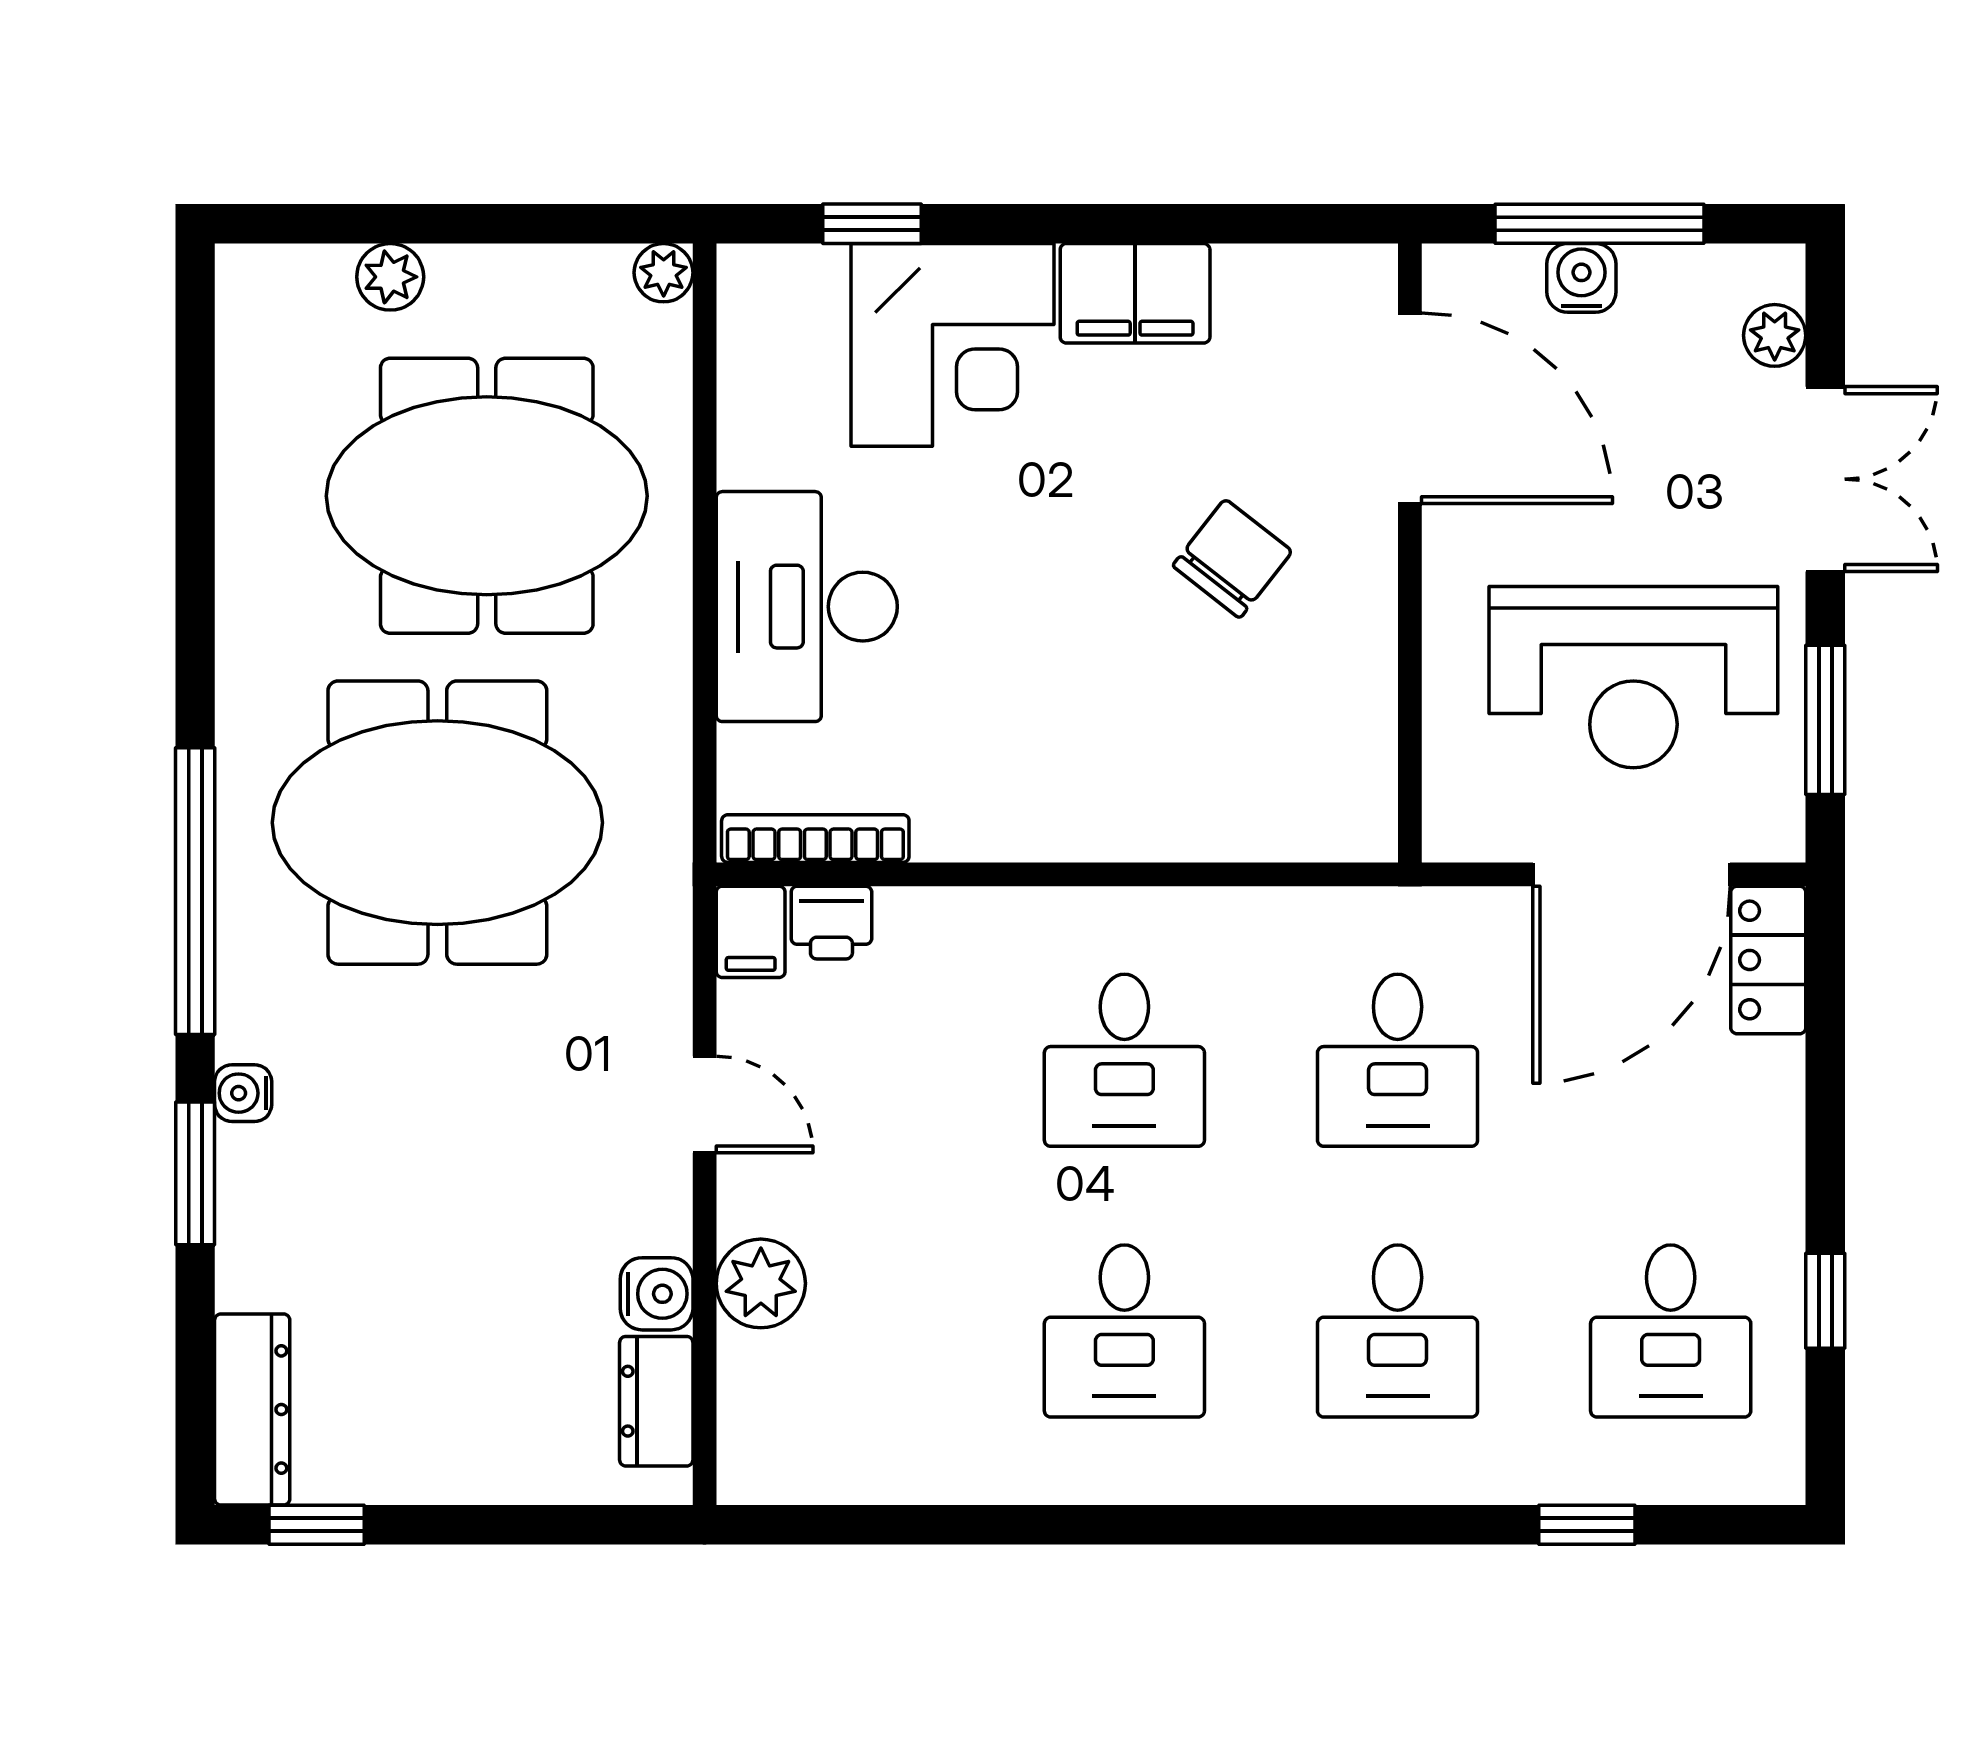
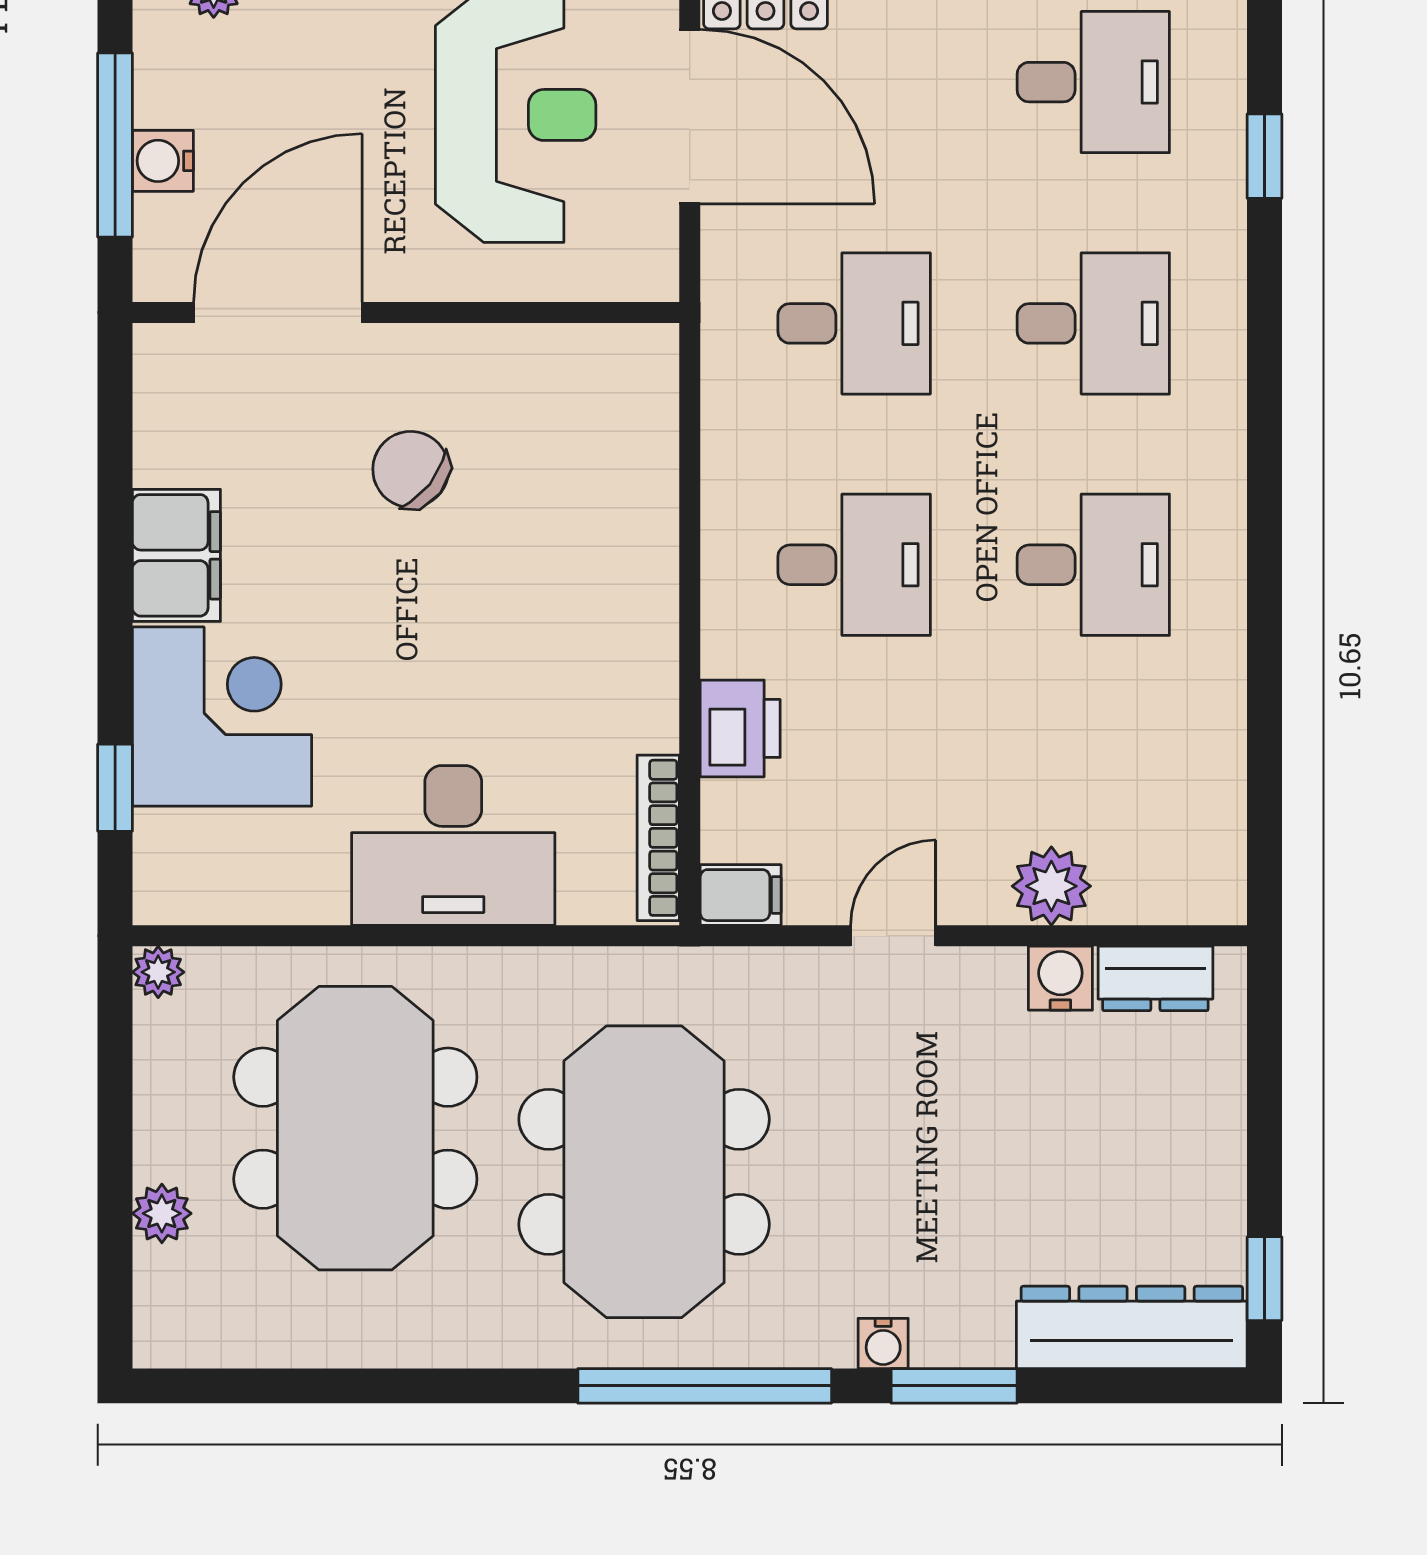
printer: (831, 923) -> (740, 728), moved, width x1.36, depth x1.24
dresser: (252, 1409) -> (1132, 1327), width x1.37, depth x1.24

